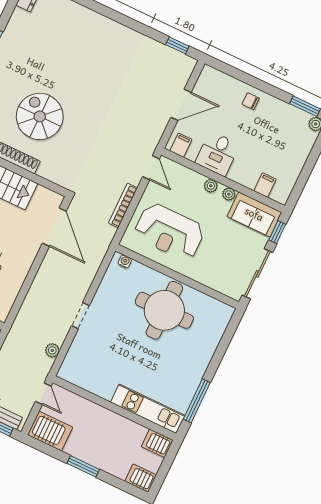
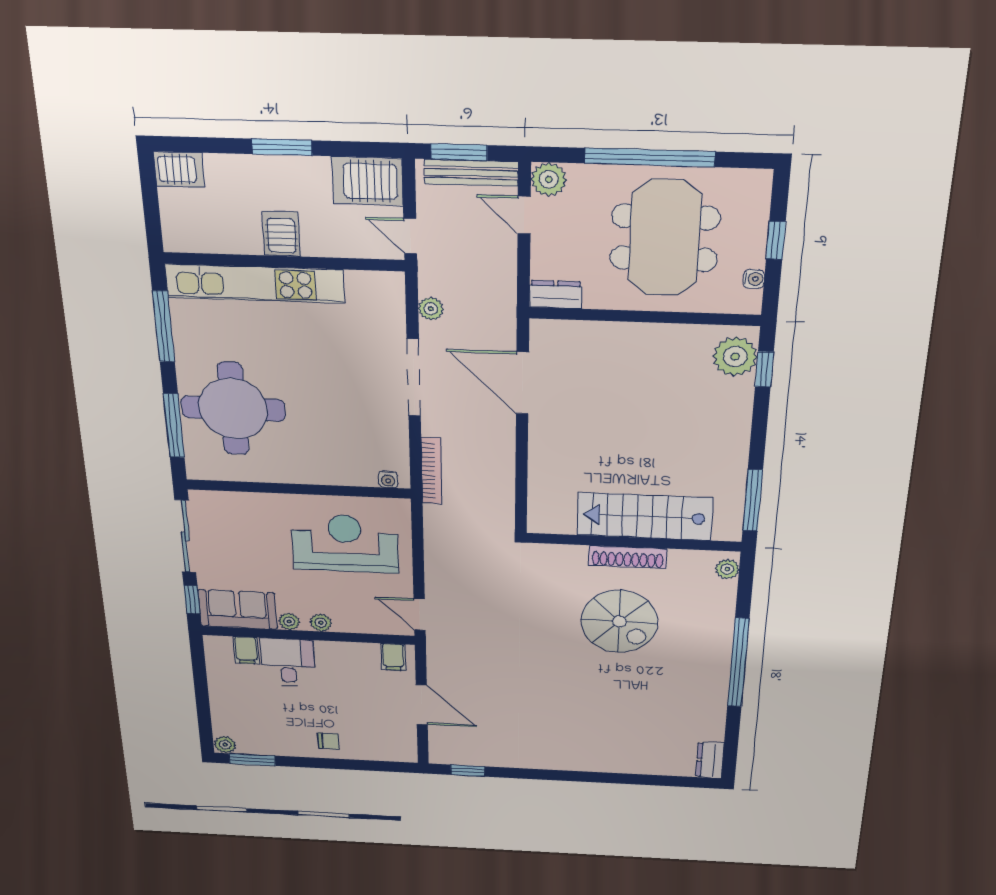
door: (181, 105) -> (422, 705), swing flipped
desk: (217, 154) -> (288, 662), moved
bookcase: (123, 205) -> (431, 471), moved
door: (54, 227) -> (522, 383), moved
round table: (164, 310) -> (233, 409), moved
doorway: (81, 316) -> (414, 378), width x1.87
window: (224, 343) -> (174, 426), added
kitchen unit: (148, 409) -> (255, 284), width x1.36
server rack: (157, 443) -> (281, 234), moved, turned -90

